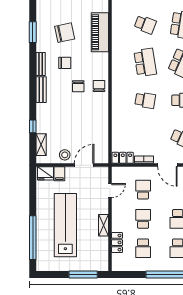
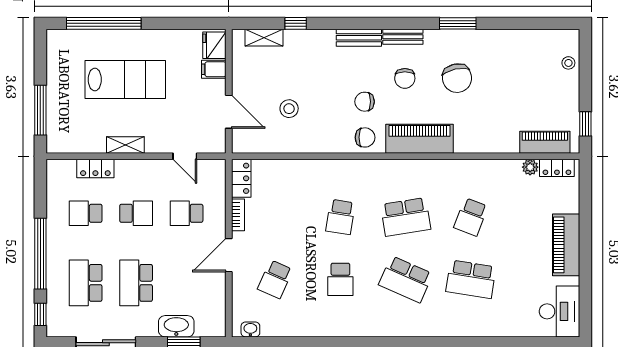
piano: (100, 32) -> (419, 139), moved
stool: (65, 155) -> (289, 109), moved
school desk: (143, 190) -> (187, 213), turned 180
lab bench: (65, 225) -> (125, 79), width x0.73

